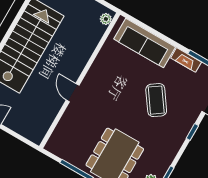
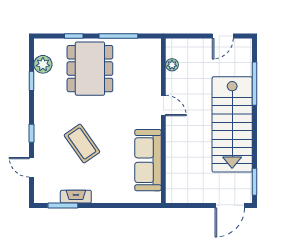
plant: (106, 19) -> (172, 65), moved
sofa: (145, 43) -> (148, 160), moved, turned -90

